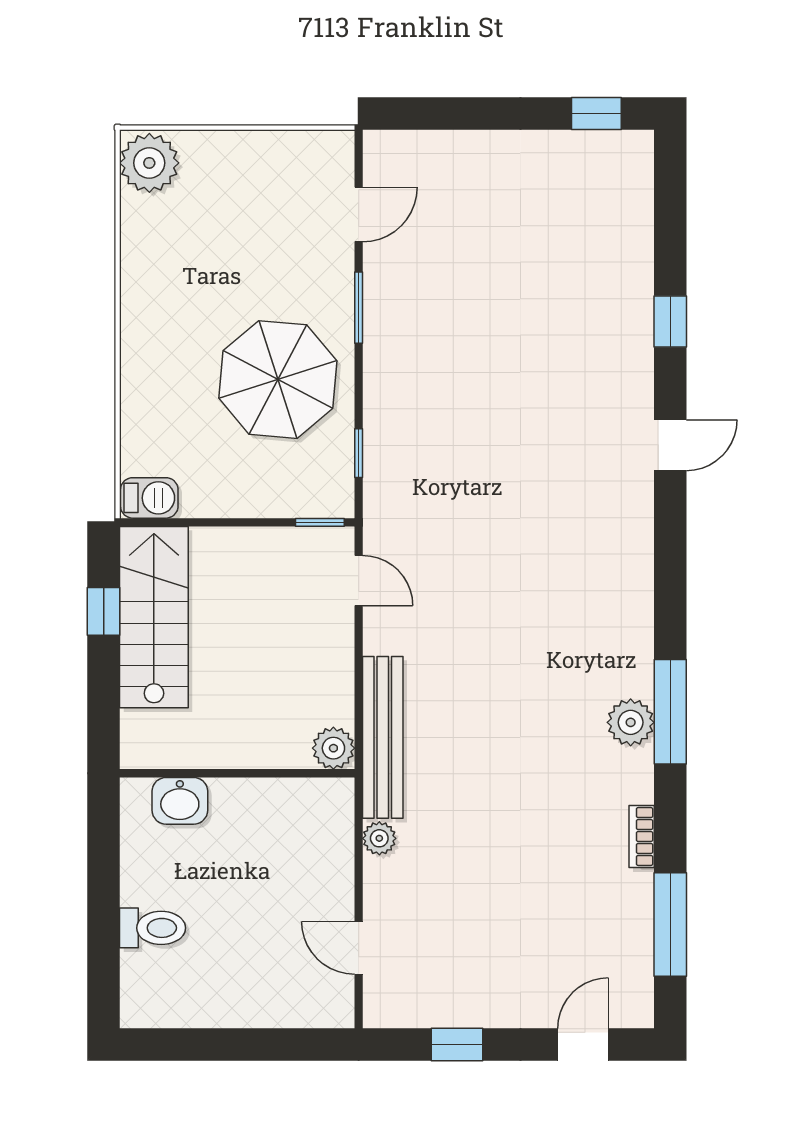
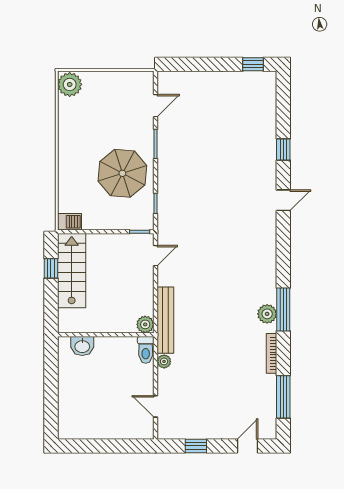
door: (359, 580) -> (156, 256), hinge flipped
bookcase: (642, 836) -> (272, 353), width x1.56
toilet: (153, 928) -> (146, 350), moved, turned 90

